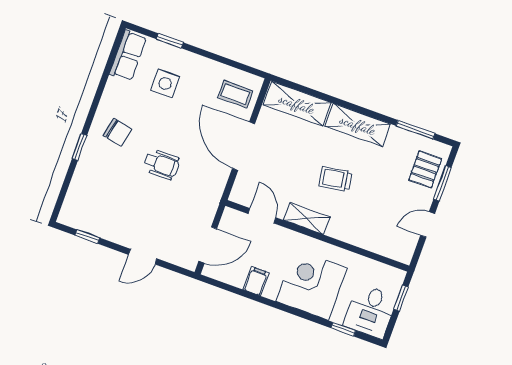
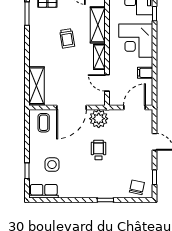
shelving: (358, 125) -> (98, 25), moved
chair: (117, 132) -> (137, 187), moved
trolley: (335, 179) -> (67, 38), moved
plant: (211, 183) -> (99, 119), added
door: (262, 216) -> (107, 83), hinge flipped
door: (208, 245) -> (135, 107), hinge flipped

